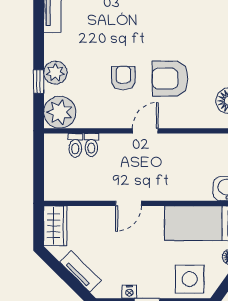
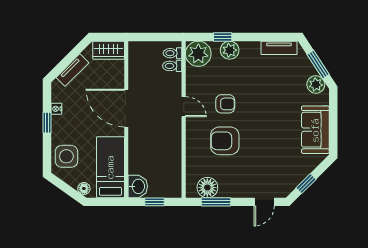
armchair: (170, 79) -> (225, 141), turned -90
door: (145, 131) -> (184, 107), moved
toilet: (91, 145) -> (172, 53), moved
door: (129, 203) -> (126, 108), width x1.87

